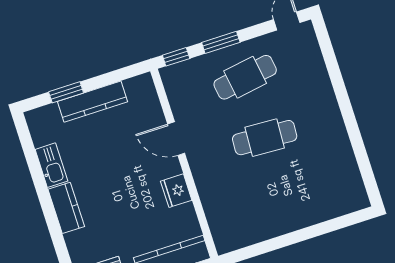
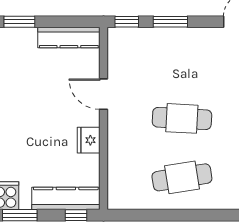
cafe table: (245, 77) -> (182, 177), moved
kitchen counter: (92, 102) -> (69, 38), moved

